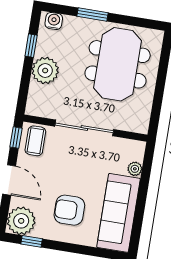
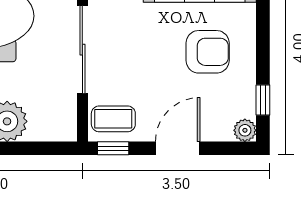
armchair: (69, 210) -> (208, 52), turned -90
plant: (21, 221) -> (245, 130), width x0.53, depth x0.53

